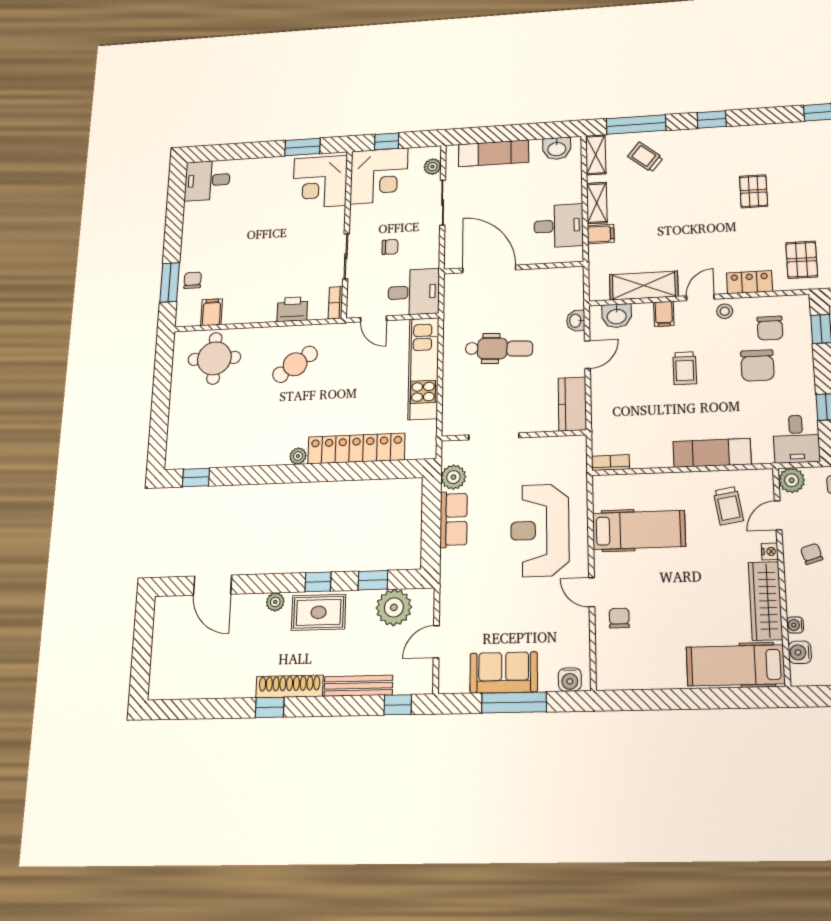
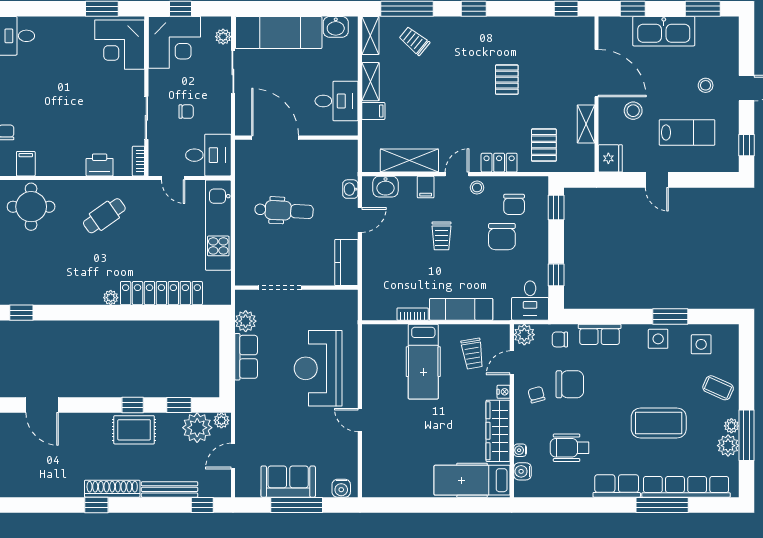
exam couch: (494, 153) -> (279, 33), width x1.36, depth x1.45
bookcase: (610, 463) -> (413, 314), moved
hospital bed: (639, 530) -> (423, 362), moved, turned 90
plant: (275, 602) -> (221, 420), moved
chair: (619, 618) -> (382, 441), removed

